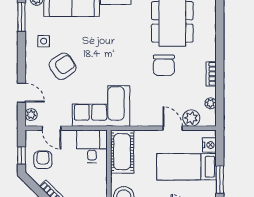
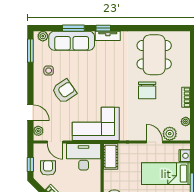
desk: (92, 146) -> (84, 157), width x1.37
cot: (122, 152) -> (111, 156), width x0.73, depth x0.75

